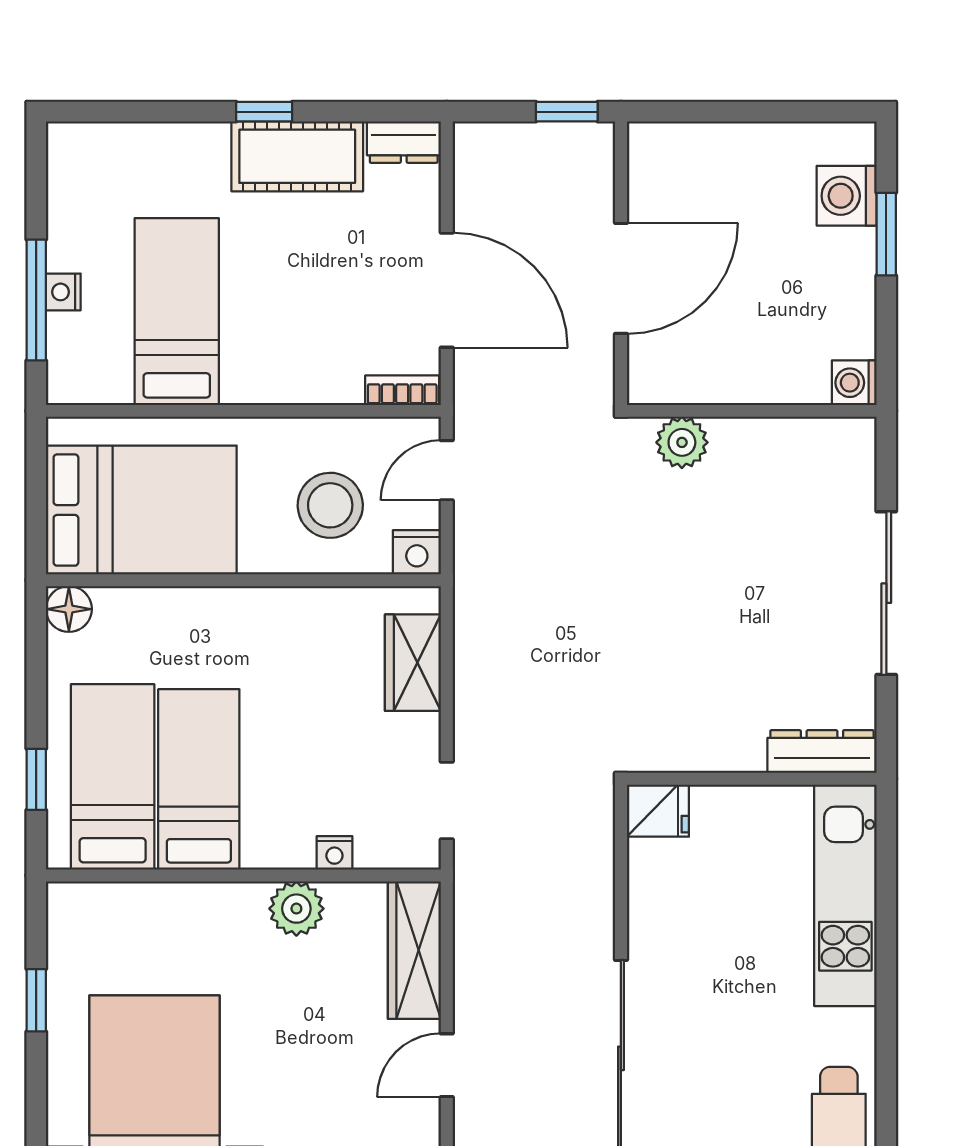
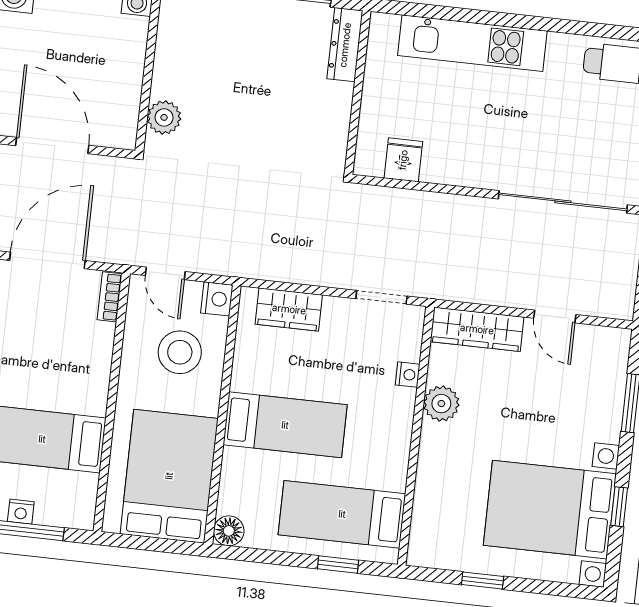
dresser: (822, 752) -> (345, 45), moved
bed: (199, 779) -> (285, 425), moved, turned 180
wall: (752, 779) -> (358, 93), moved

